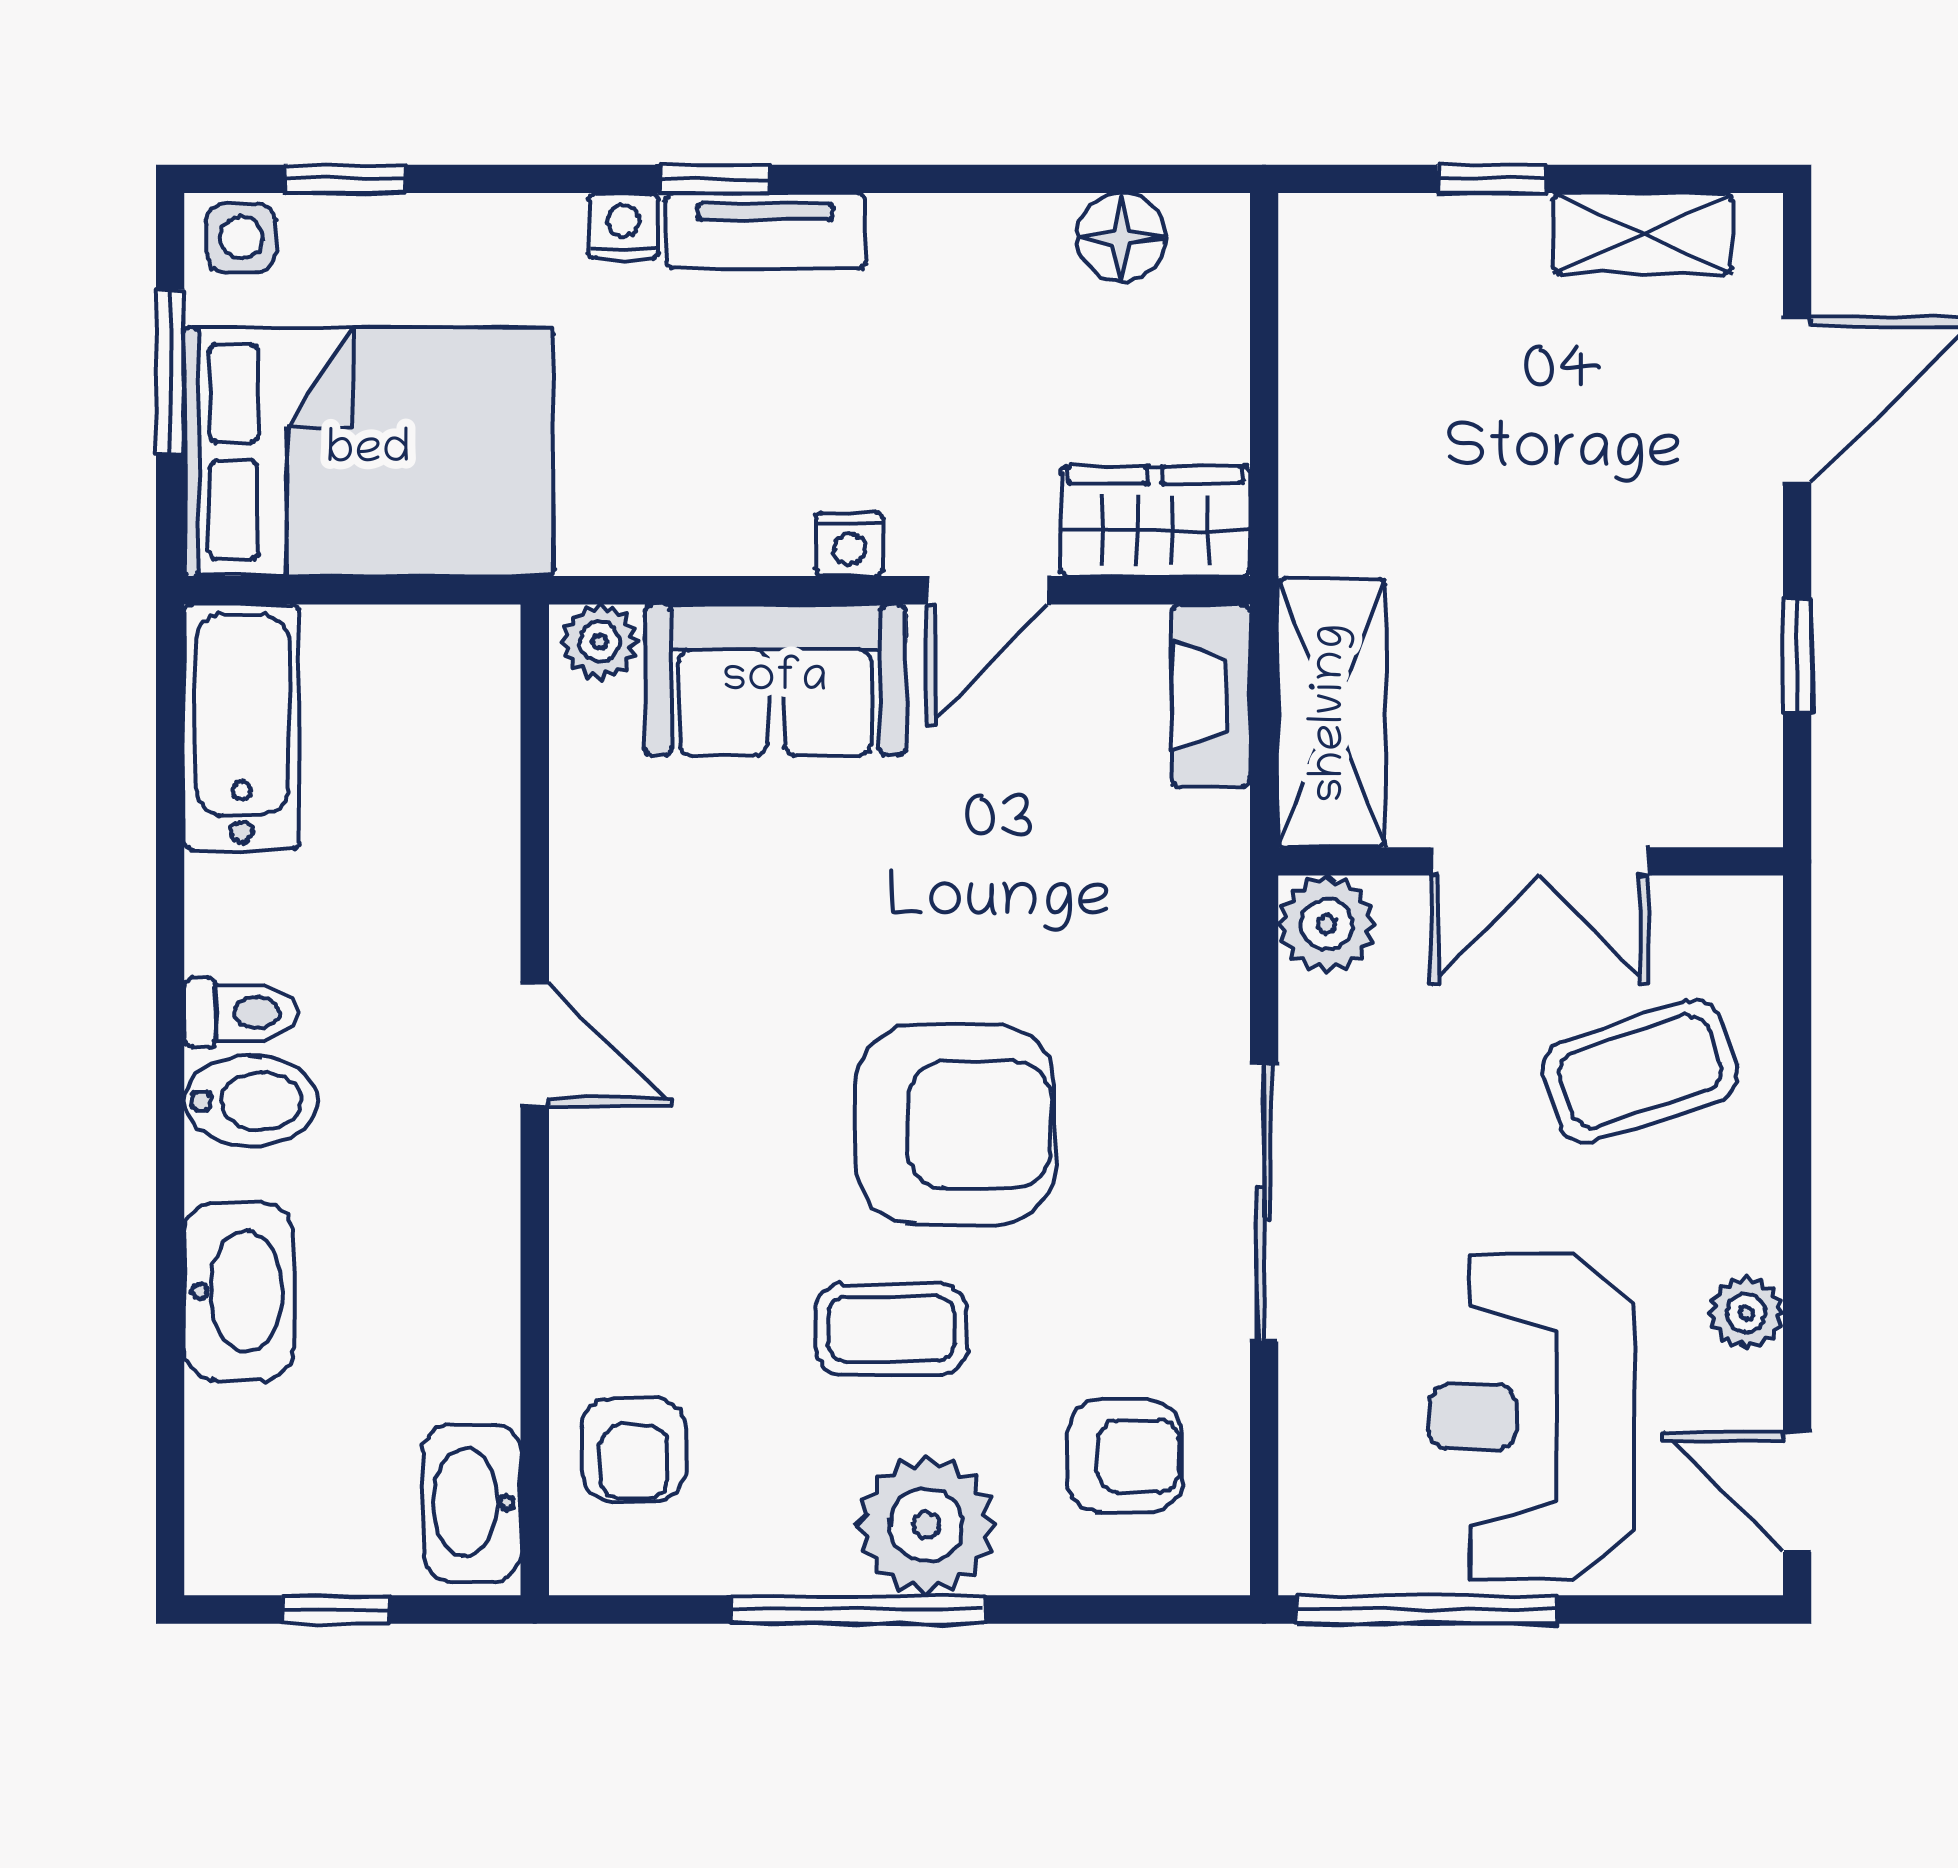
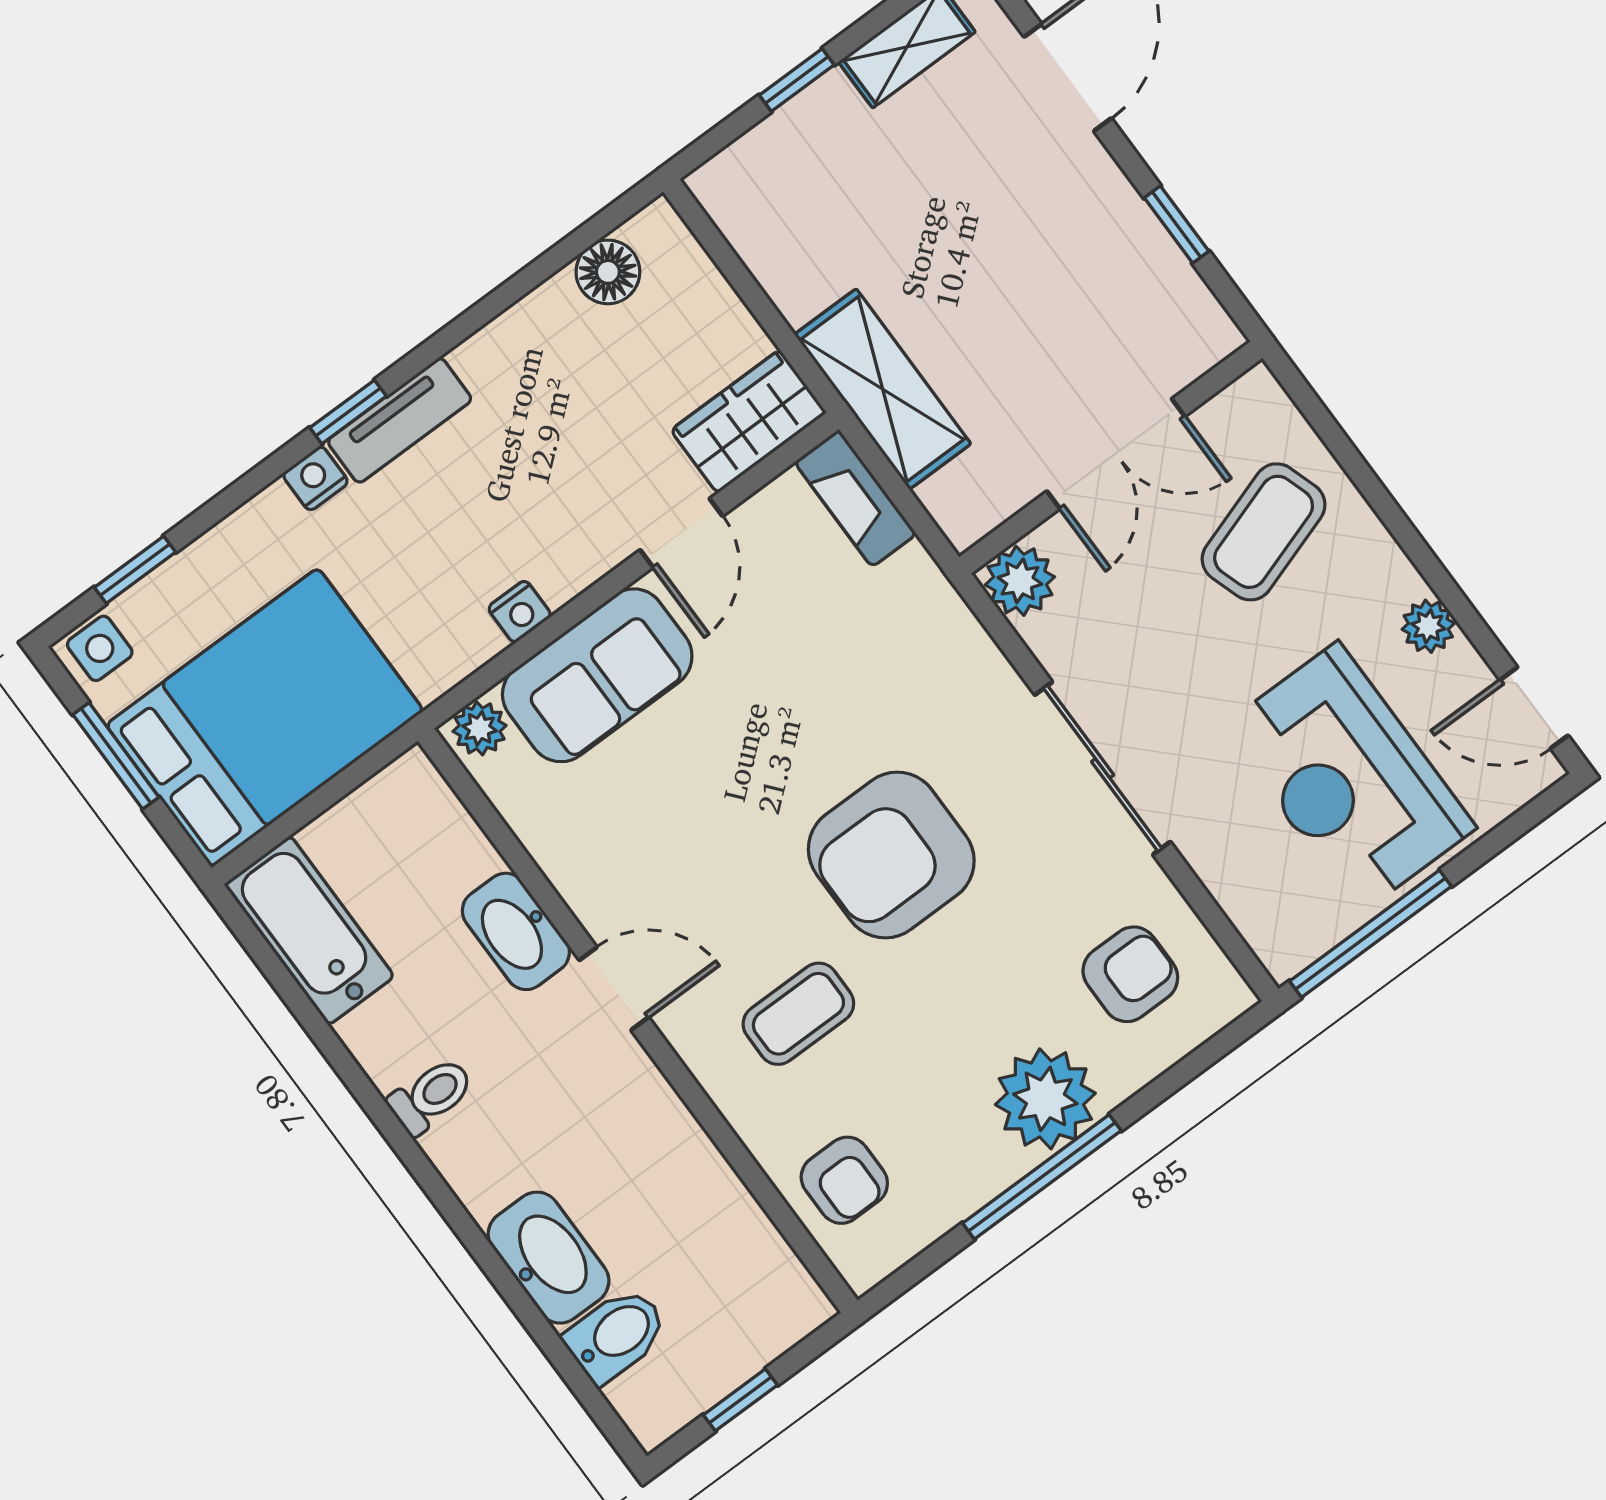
nightstand: (849, 544) -> (520, 612), moved
shelving: (1332, 713) -> (883, 389), moved
bidet: (250, 1101) -> (616, 1335), moved
armchair: (956, 1124) -> (891, 855), turned 180
coffee table: (891, 1329) -> (798, 1014), moved
washbasin: (472, 1503) -> (516, 931), moved

